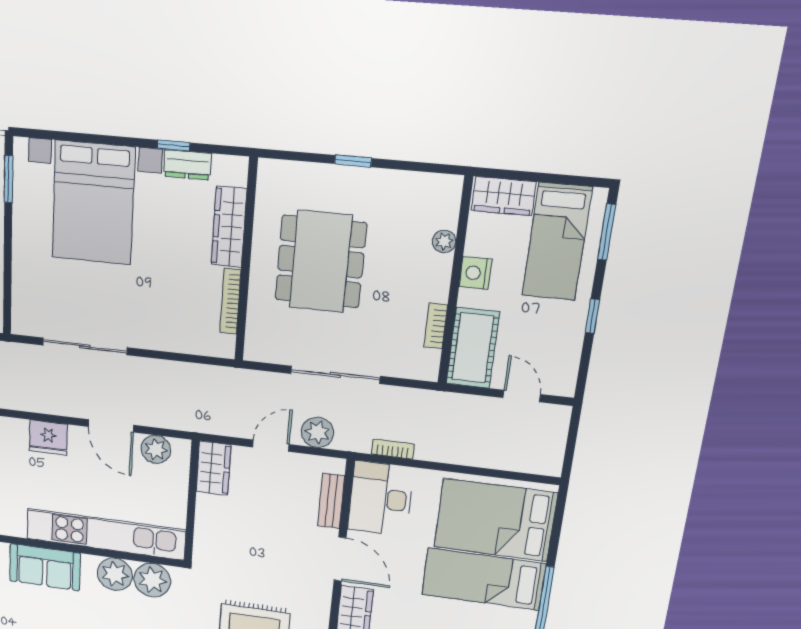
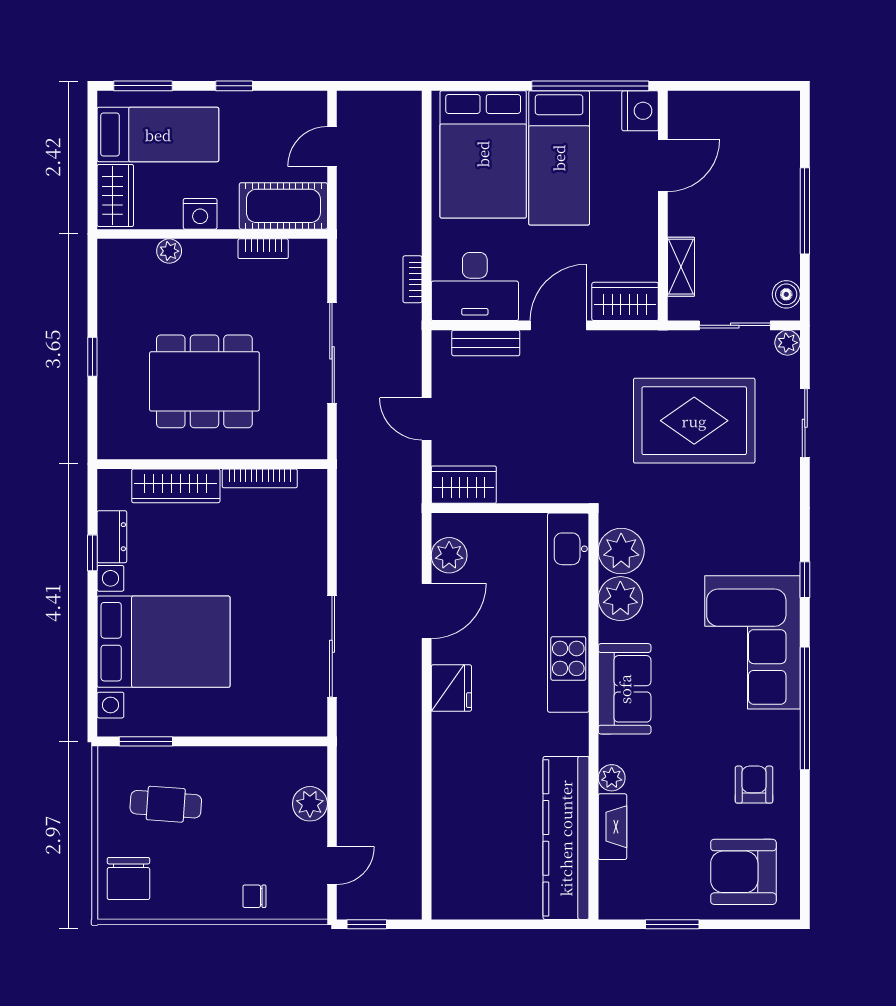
plant: (317, 432) -> (403, 367), removed

